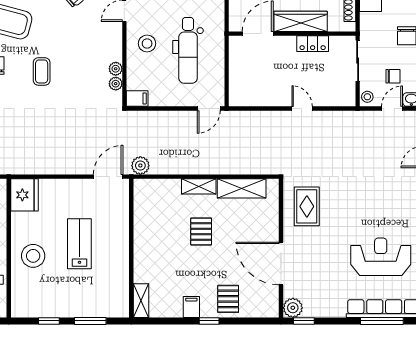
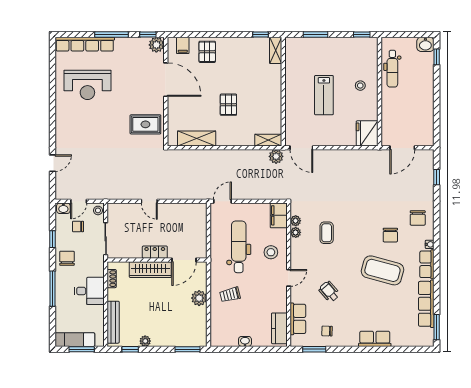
locker: (313, 44) -> (155, 252), moved
coffee table: (42, 71) -> (327, 233), moved
filing cabinet: (137, 98) -> (279, 215), width x2.00
door: (108, 177) -> (301, 148), hinge flipped
shelving: (199, 186) -> (268, 140), moved
rug: (307, 206) -> (145, 124), turned 90
stool: (33, 256) -> (360, 86), width x0.53, depth x0.53
filing cabinet: (191, 307) -> (183, 45), moved
window: (49, 321) -> (362, 34), moved
window: (209, 321) -> (260, 34), moved
window: (382, 321) -> (112, 34), moved

